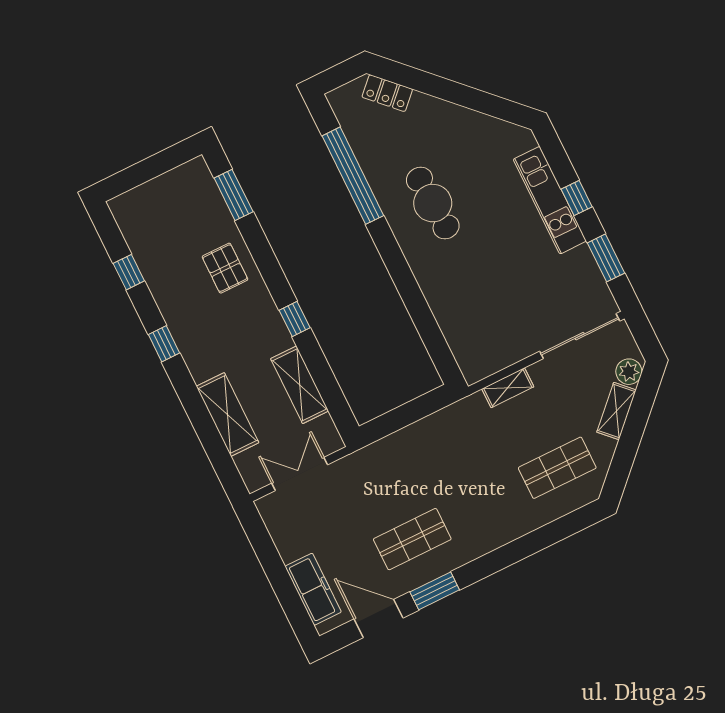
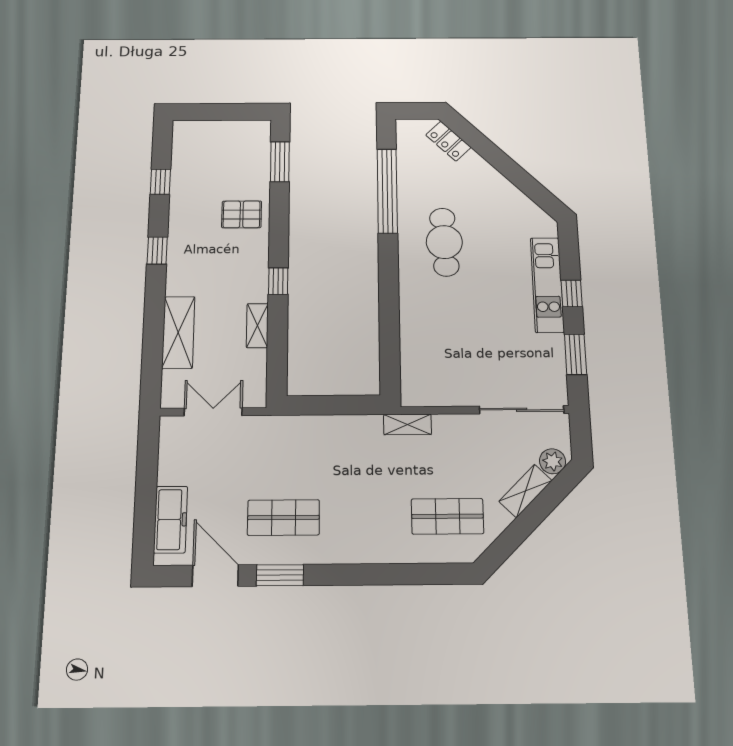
pallet: (225, 268) -> (242, 214), turned 90
shelving: (300, 385) -> (257, 326), width x0.67, depth x0.75
shelving: (508, 388) -> (407, 424), moved

